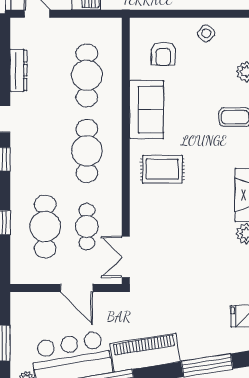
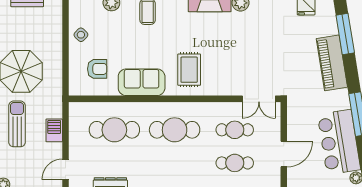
cafe table: (45, 227) -> (235, 163), width x0.73, depth x0.74
door: (77, 288) -> (284, 154), moved
piano: (145, 353) -> (332, 63), moved

